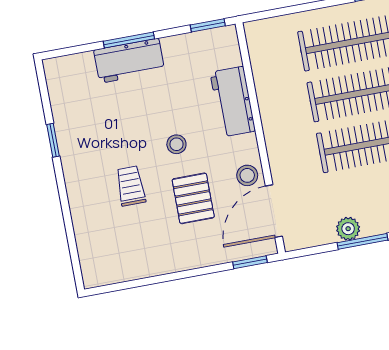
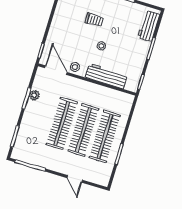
workbench: (129, 61) -> (149, 26), moved
workbench: (233, 102) -> (106, 76), width x1.37
pallet: (193, 198) -> (77, 41), removed

